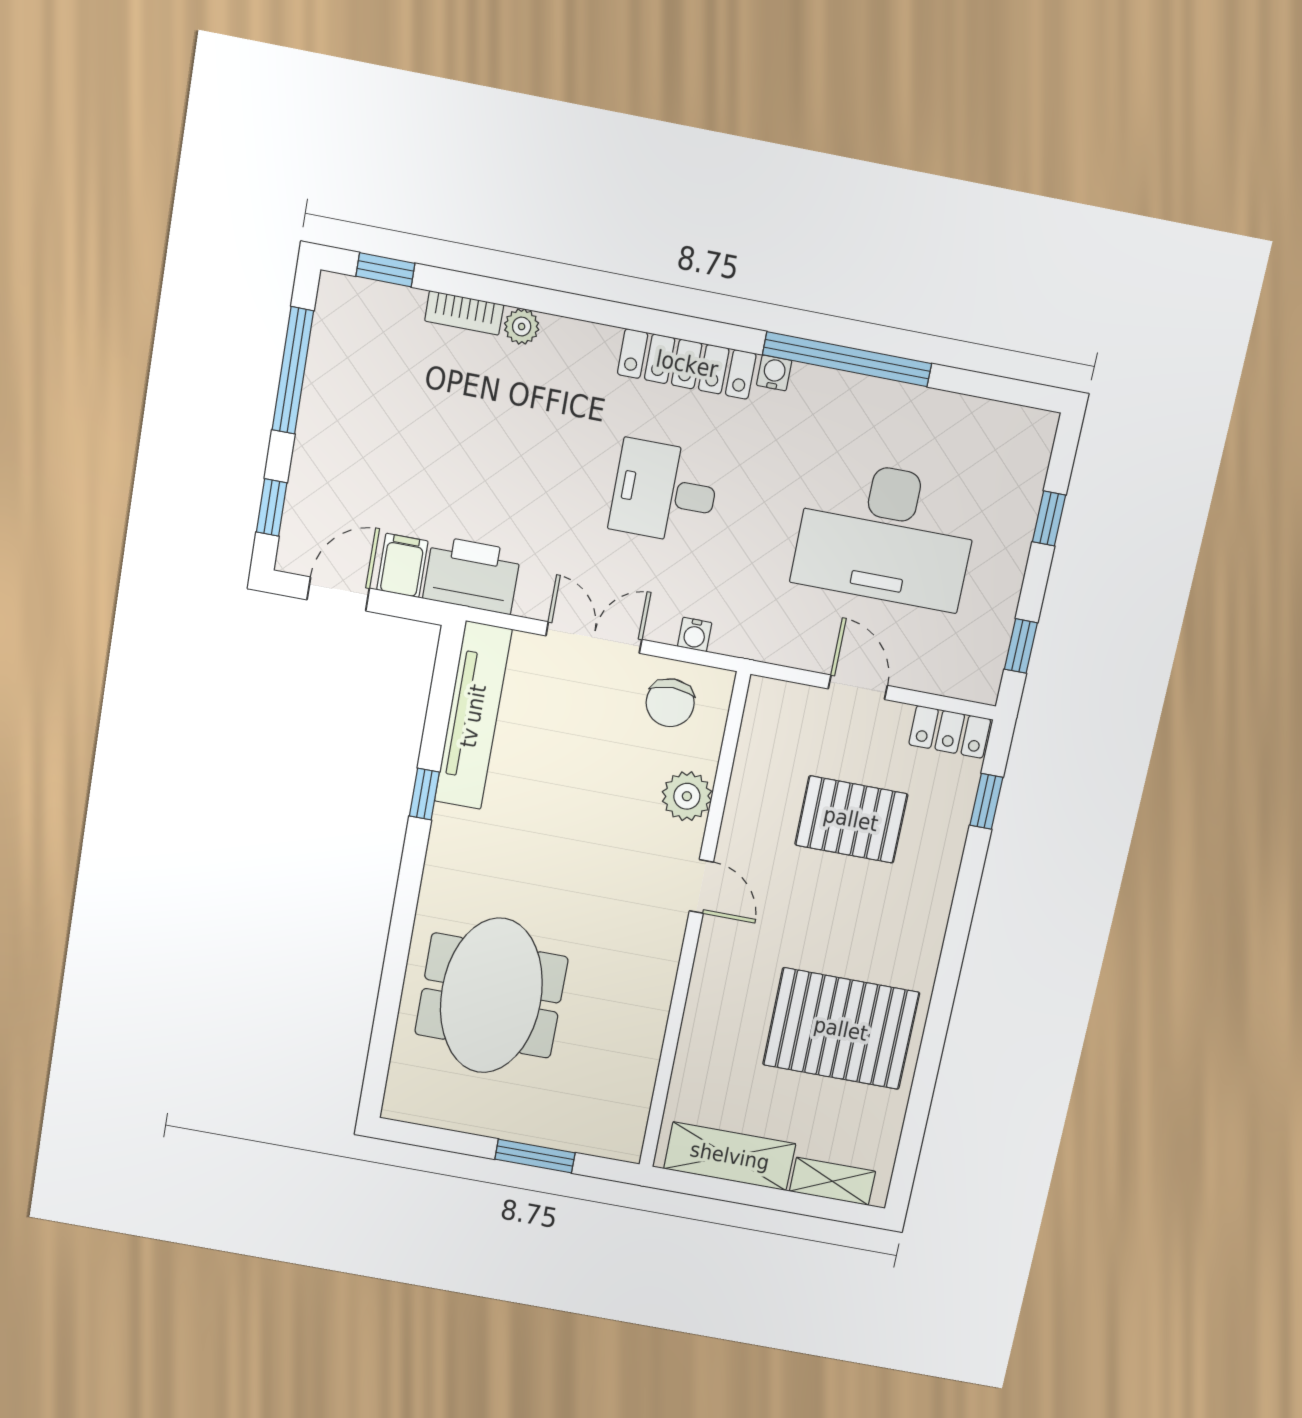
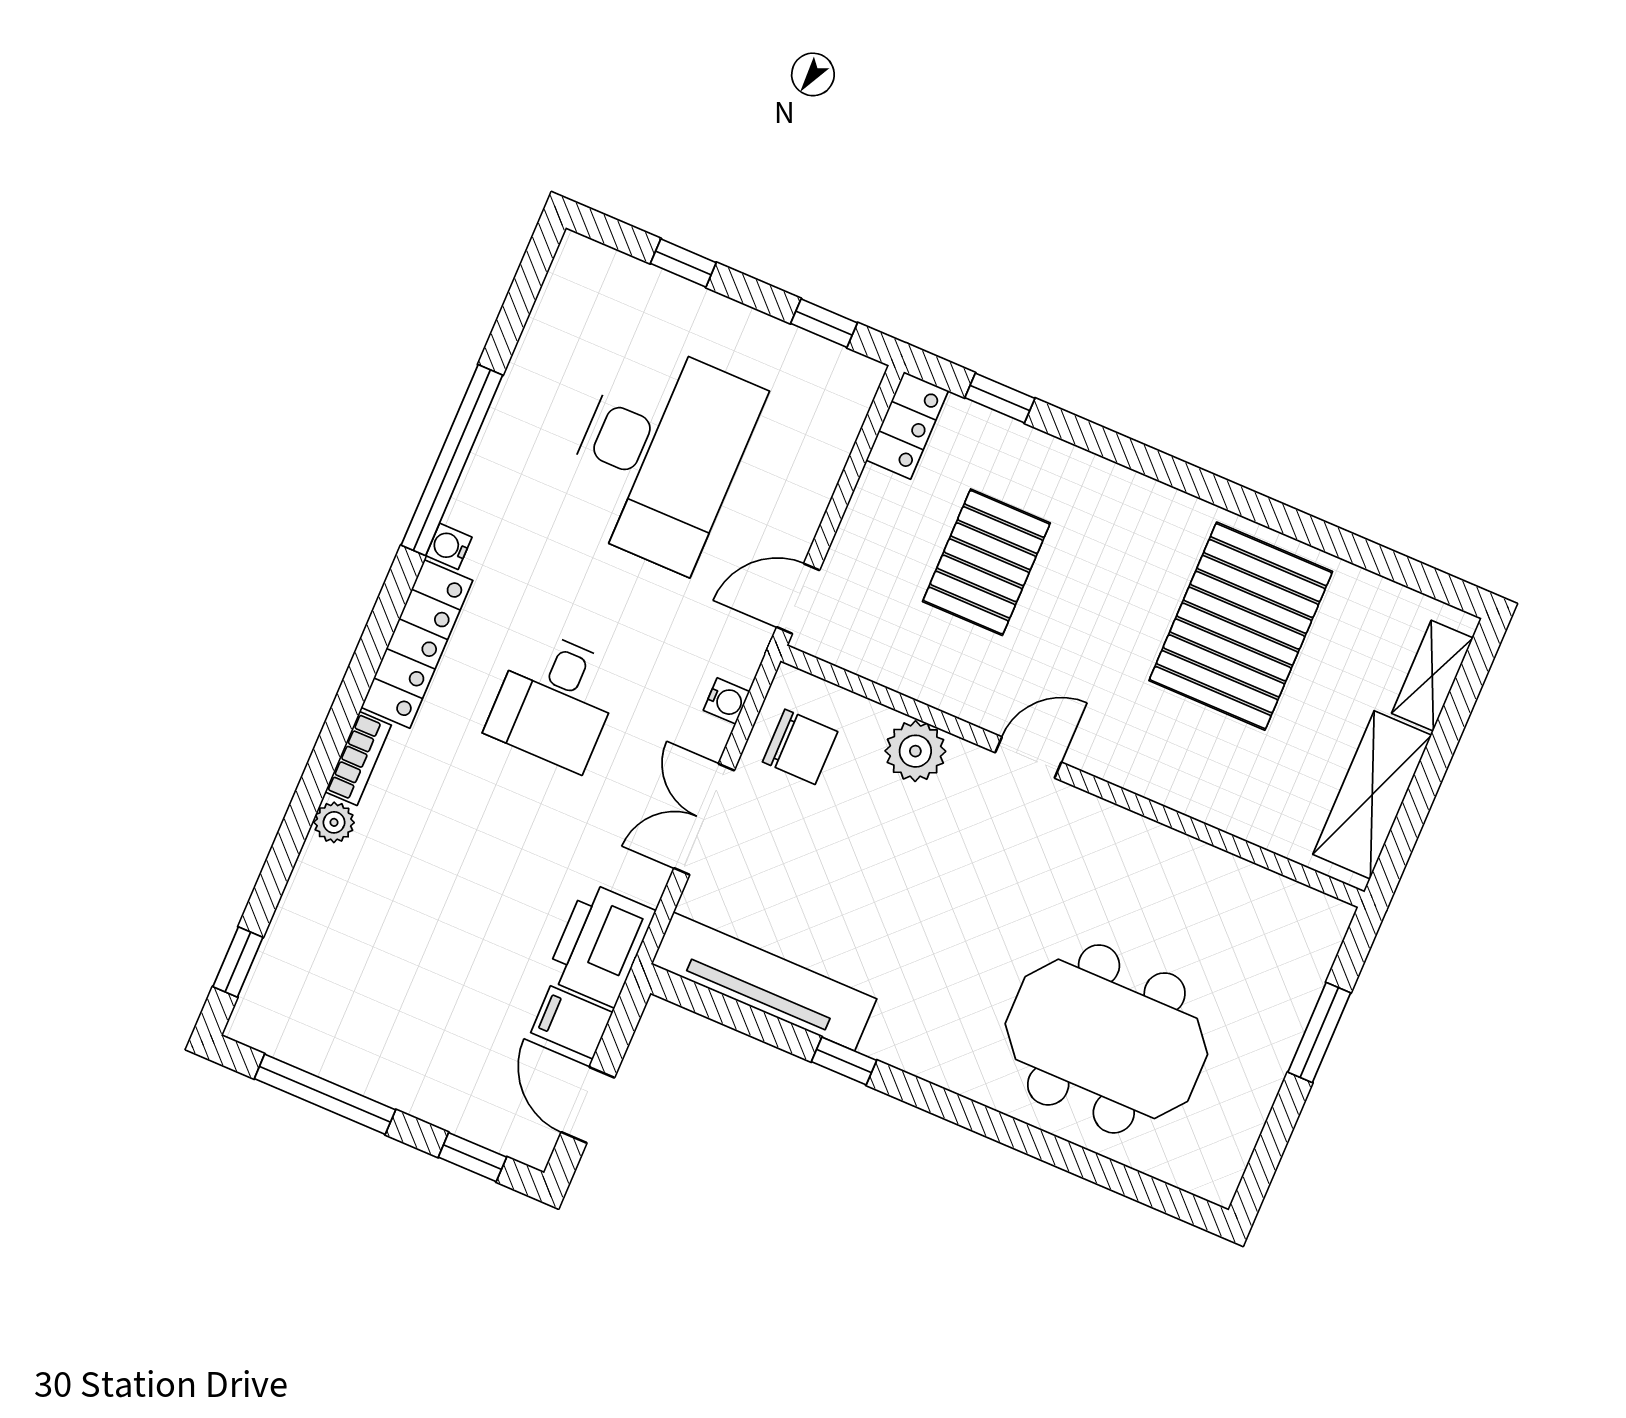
bookcase: (464, 313) -> (358, 758), moved
door: (858, 687) -> (798, 599), moved

